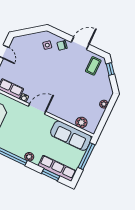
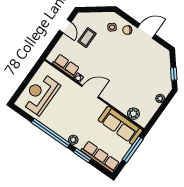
coffee table: (93, 66) -> (87, 38), moved
window: (110, 69) -> (174, 74), moved
window: (51, 175) -> (82, 155), moved

